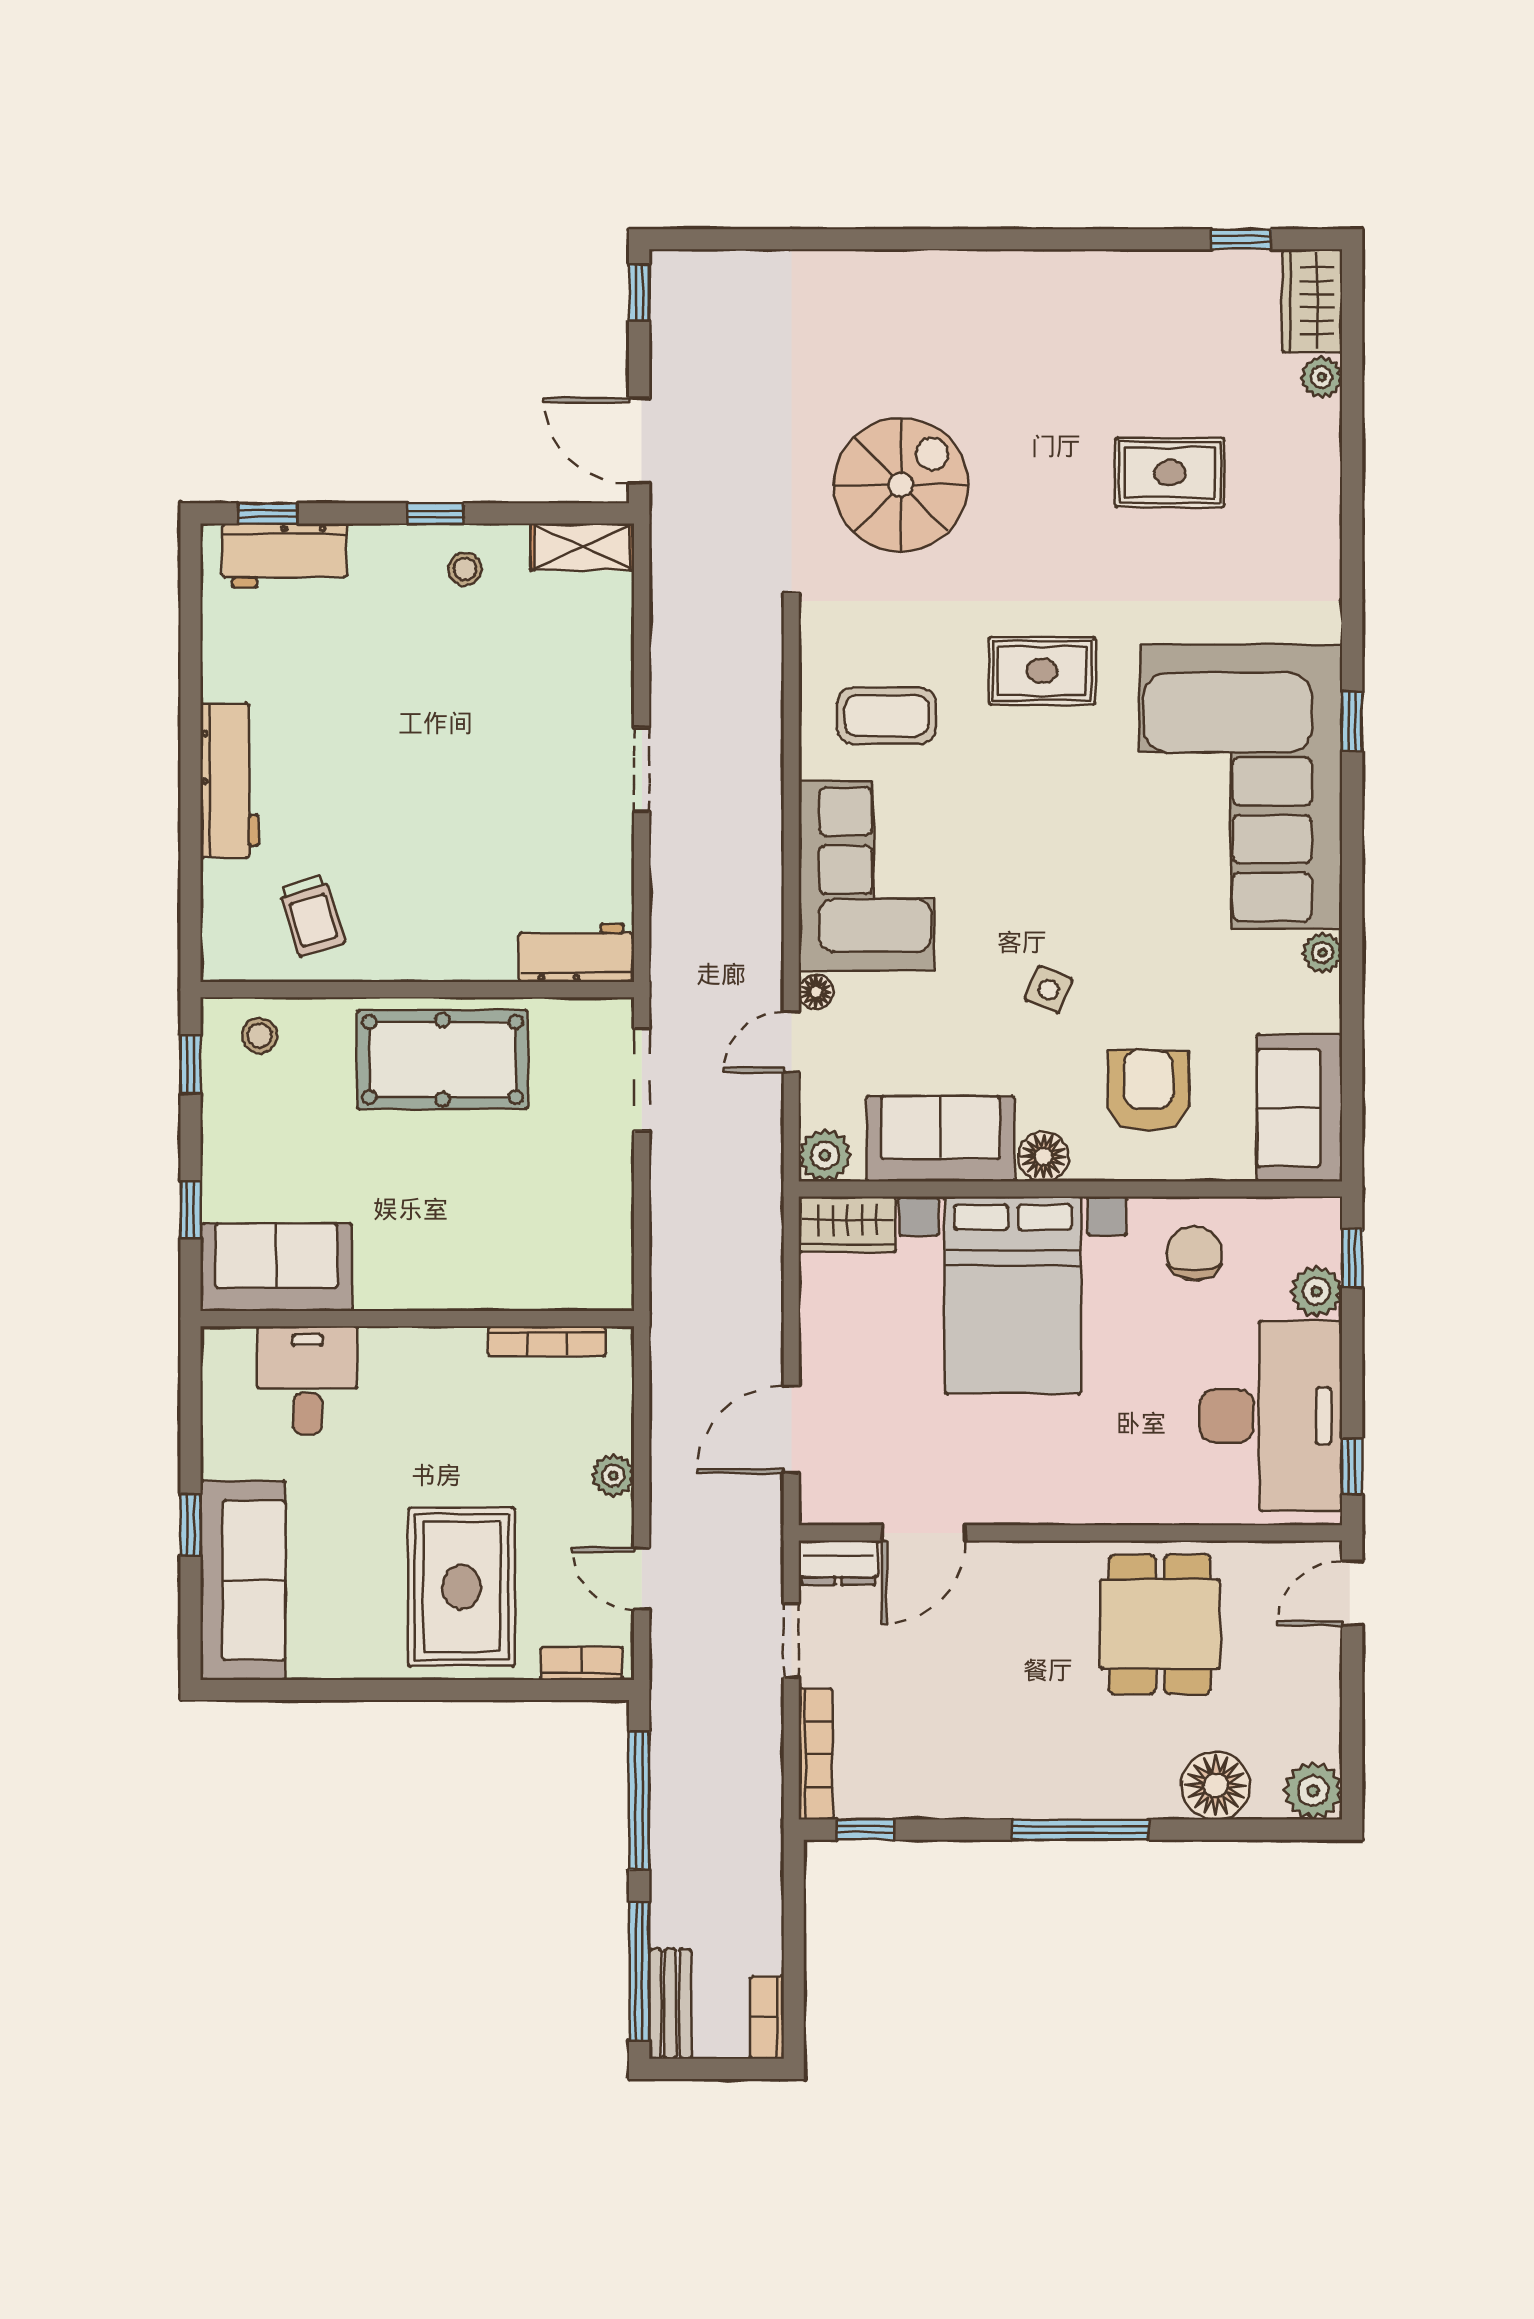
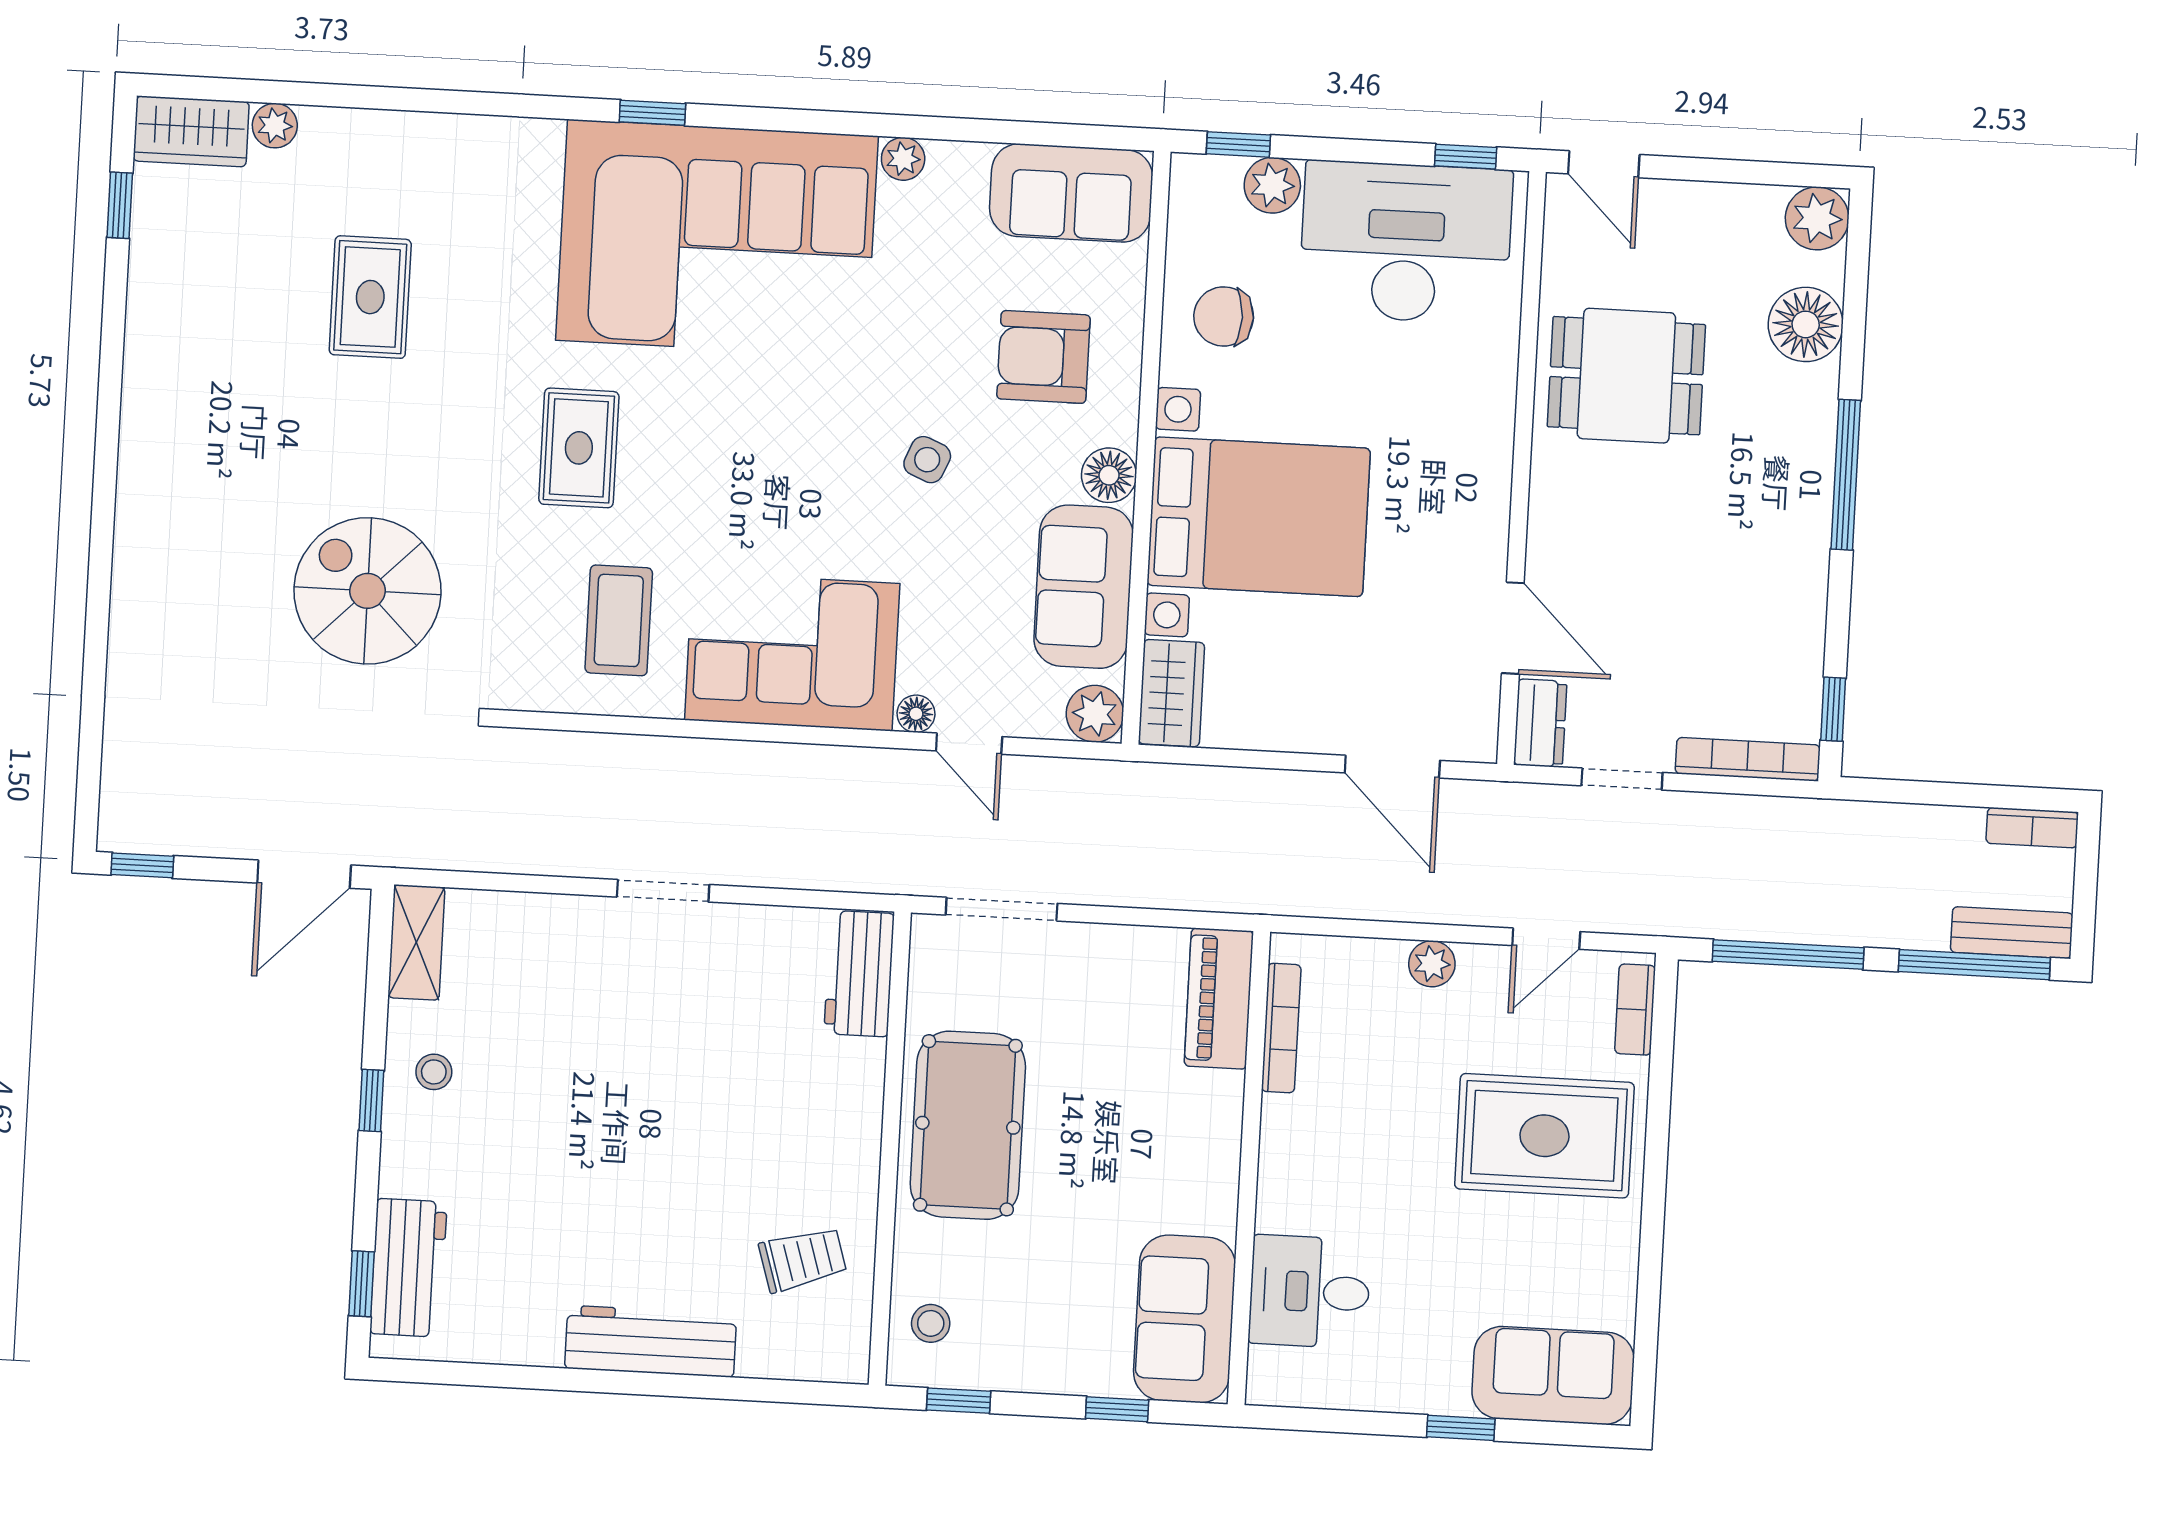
piano: (571, 1283) -> (1219, 999), added
sofa: (243, 1580) -> (1553, 1376), width x0.73

